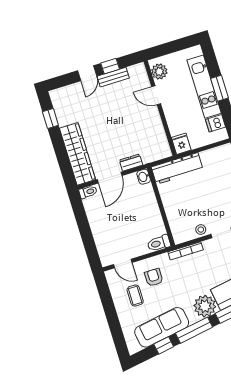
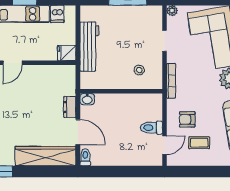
workbench: (177, 169) -> (89, 47), moved
stool: (201, 230) -> (139, 70), moved
toilet: (159, 243) -> (151, 128), moved, turned 90

